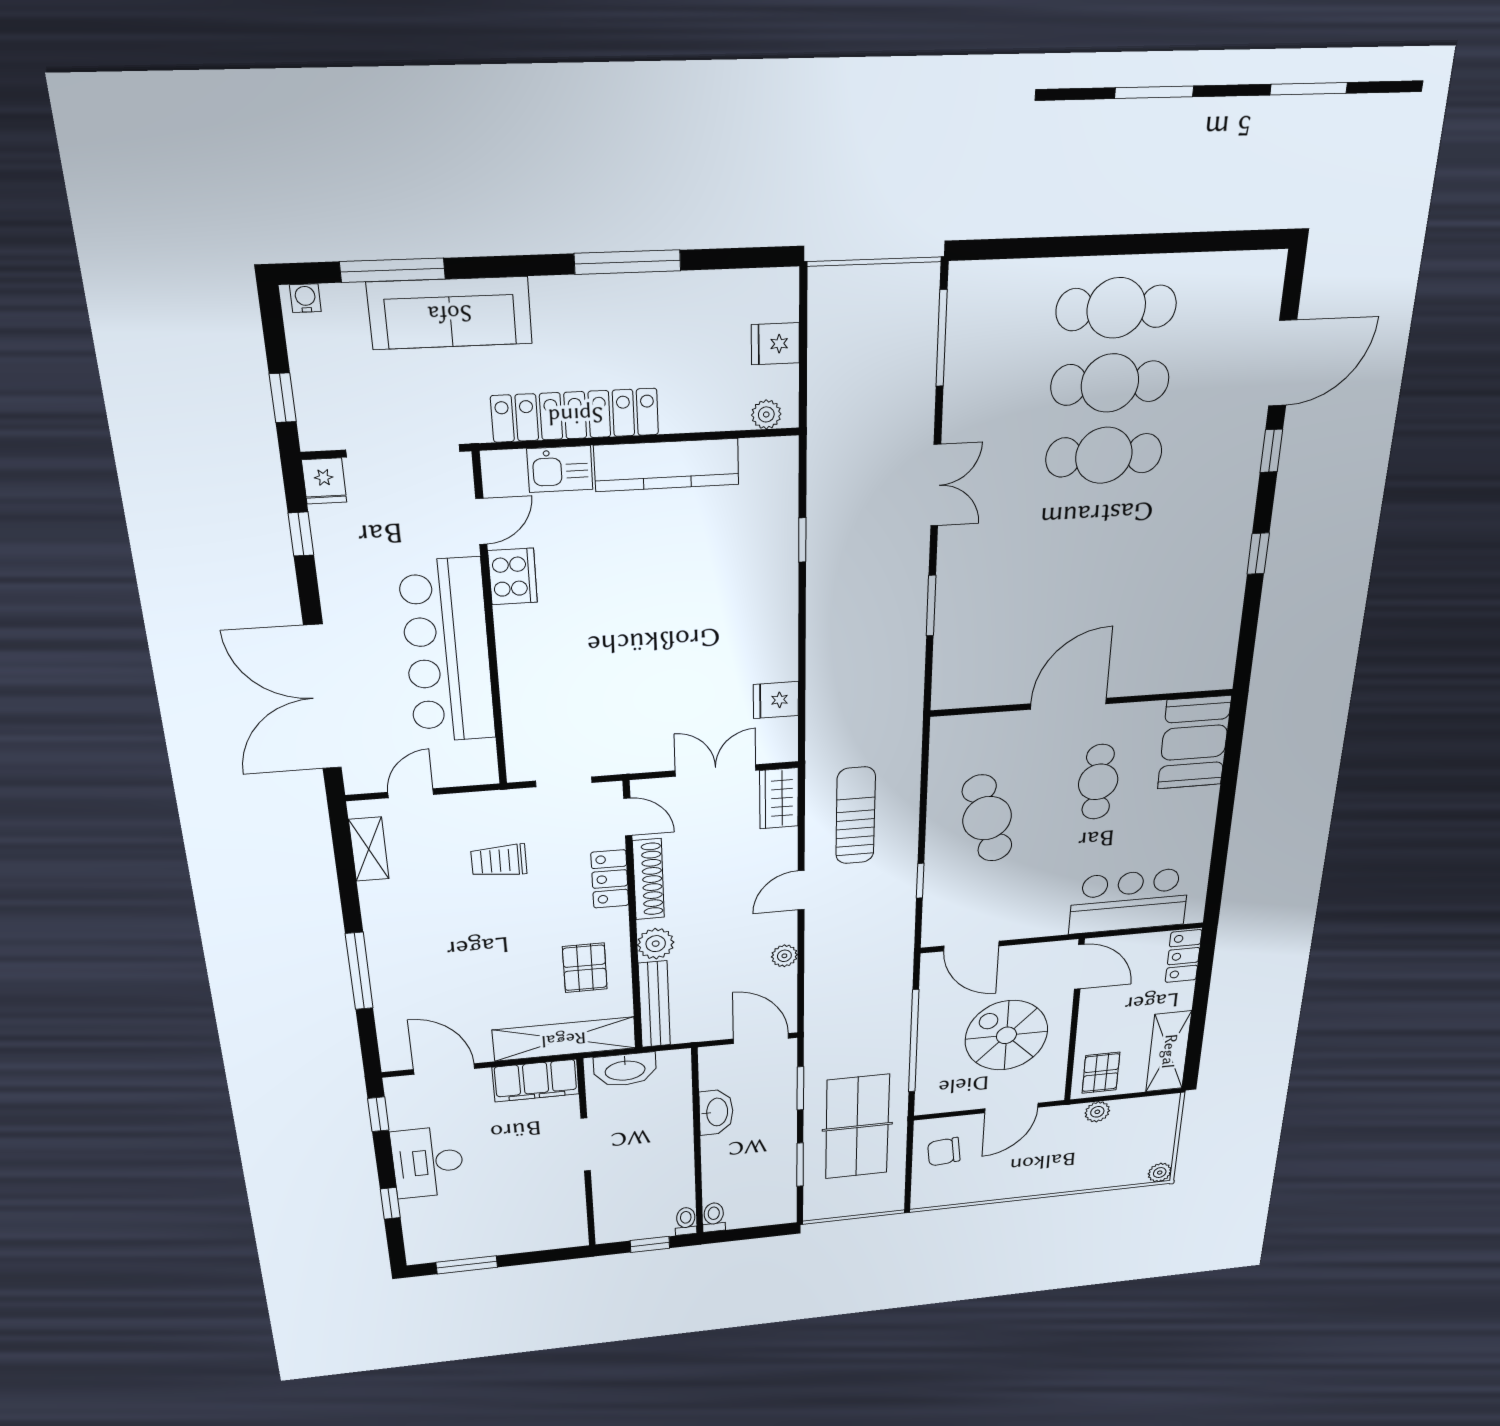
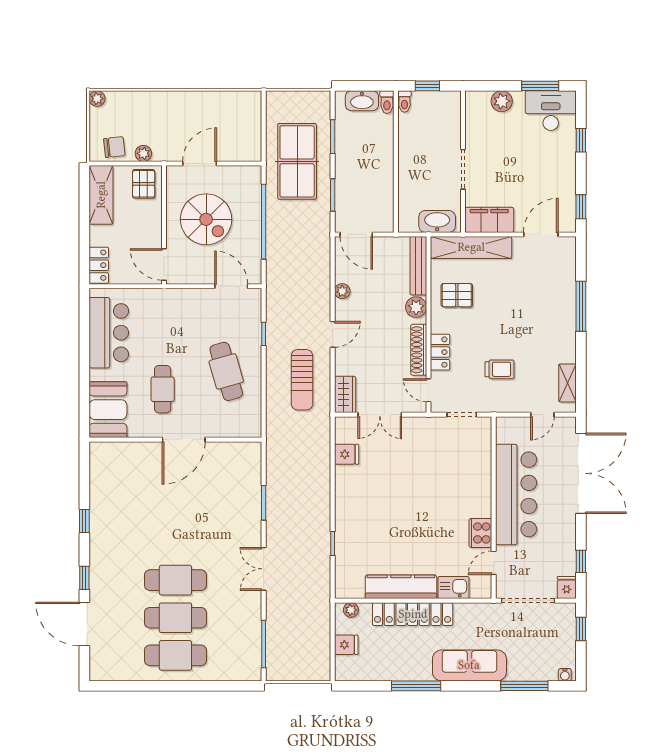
sofa: (450, 313) -> (469, 665), moved
door: (1283, 363) -> (84, 624), hinge flipped
locker: (575, 415) -> (413, 614), moved
bar counter: (1129, 901) -> (109, 333), moved, turned -90
pallet: (585, 968) -> (457, 295), turned 90
door: (444, 1069) -> (541, 234), swing flipped
washbasin: (716, 1112) -> (362, 101), moved, turned -90
chair: (944, 1152) -> (114, 147), moved
desk: (428, 1162) -> (551, 111), moved, turned -90
plant: (528, 1239) -> (502, 101), added

